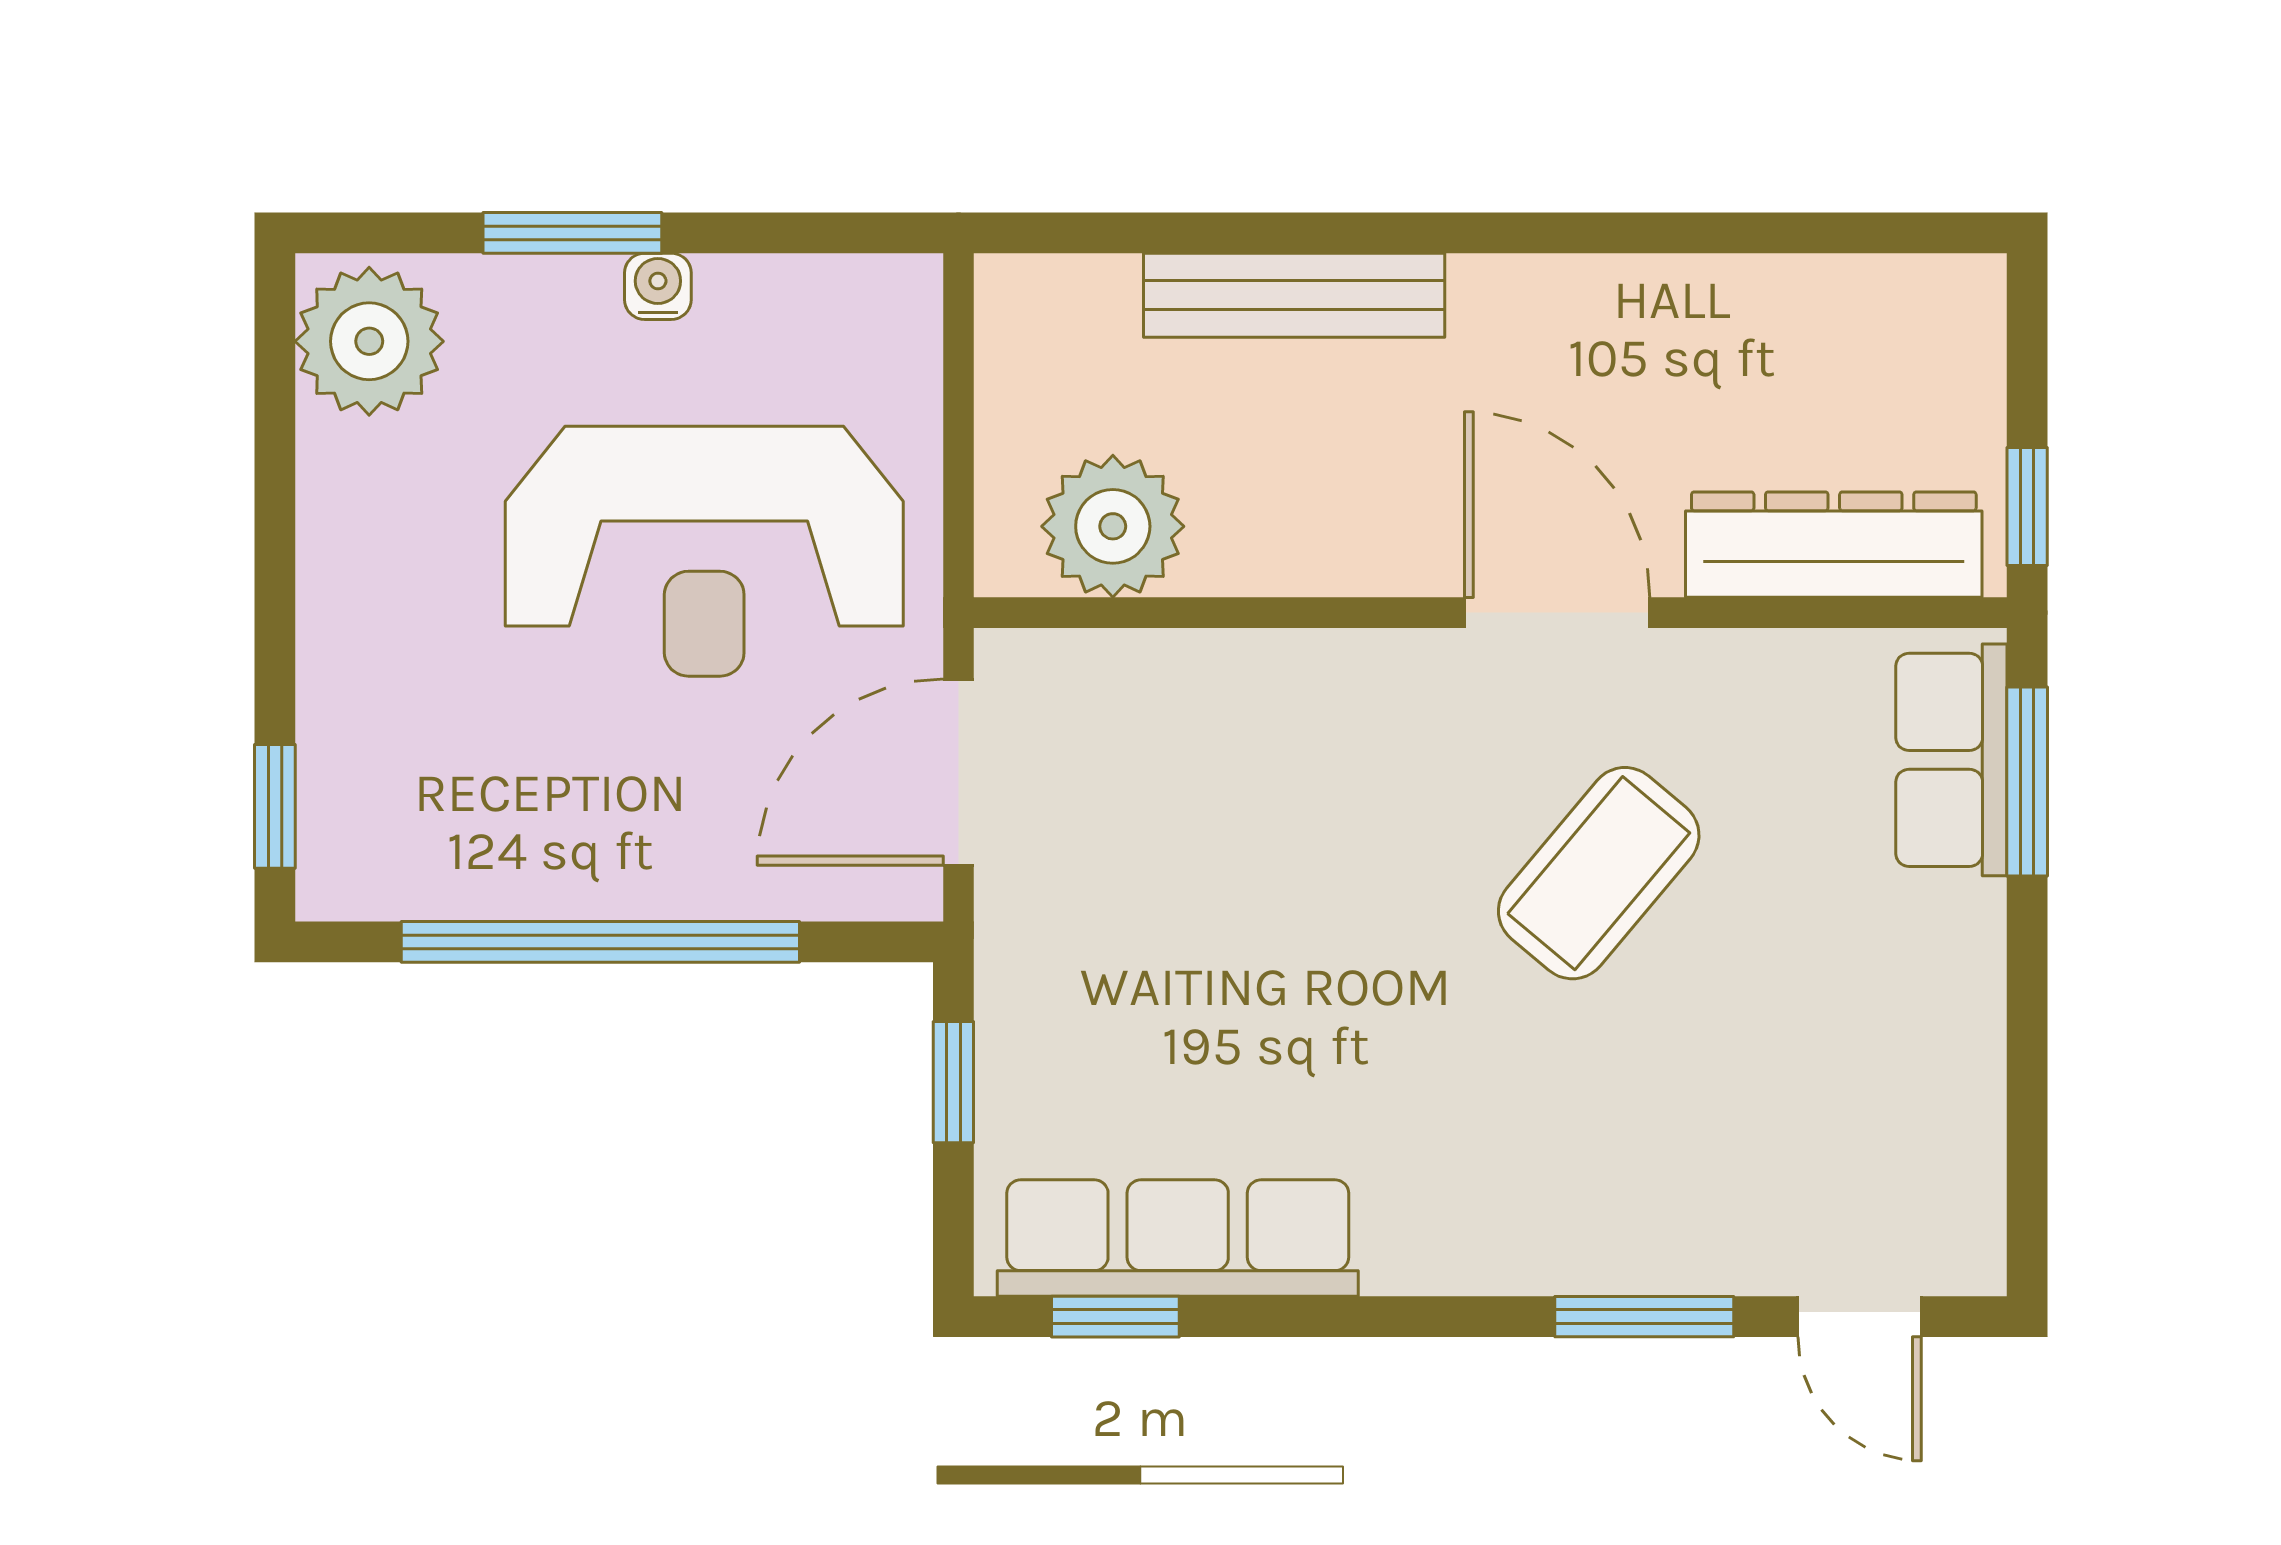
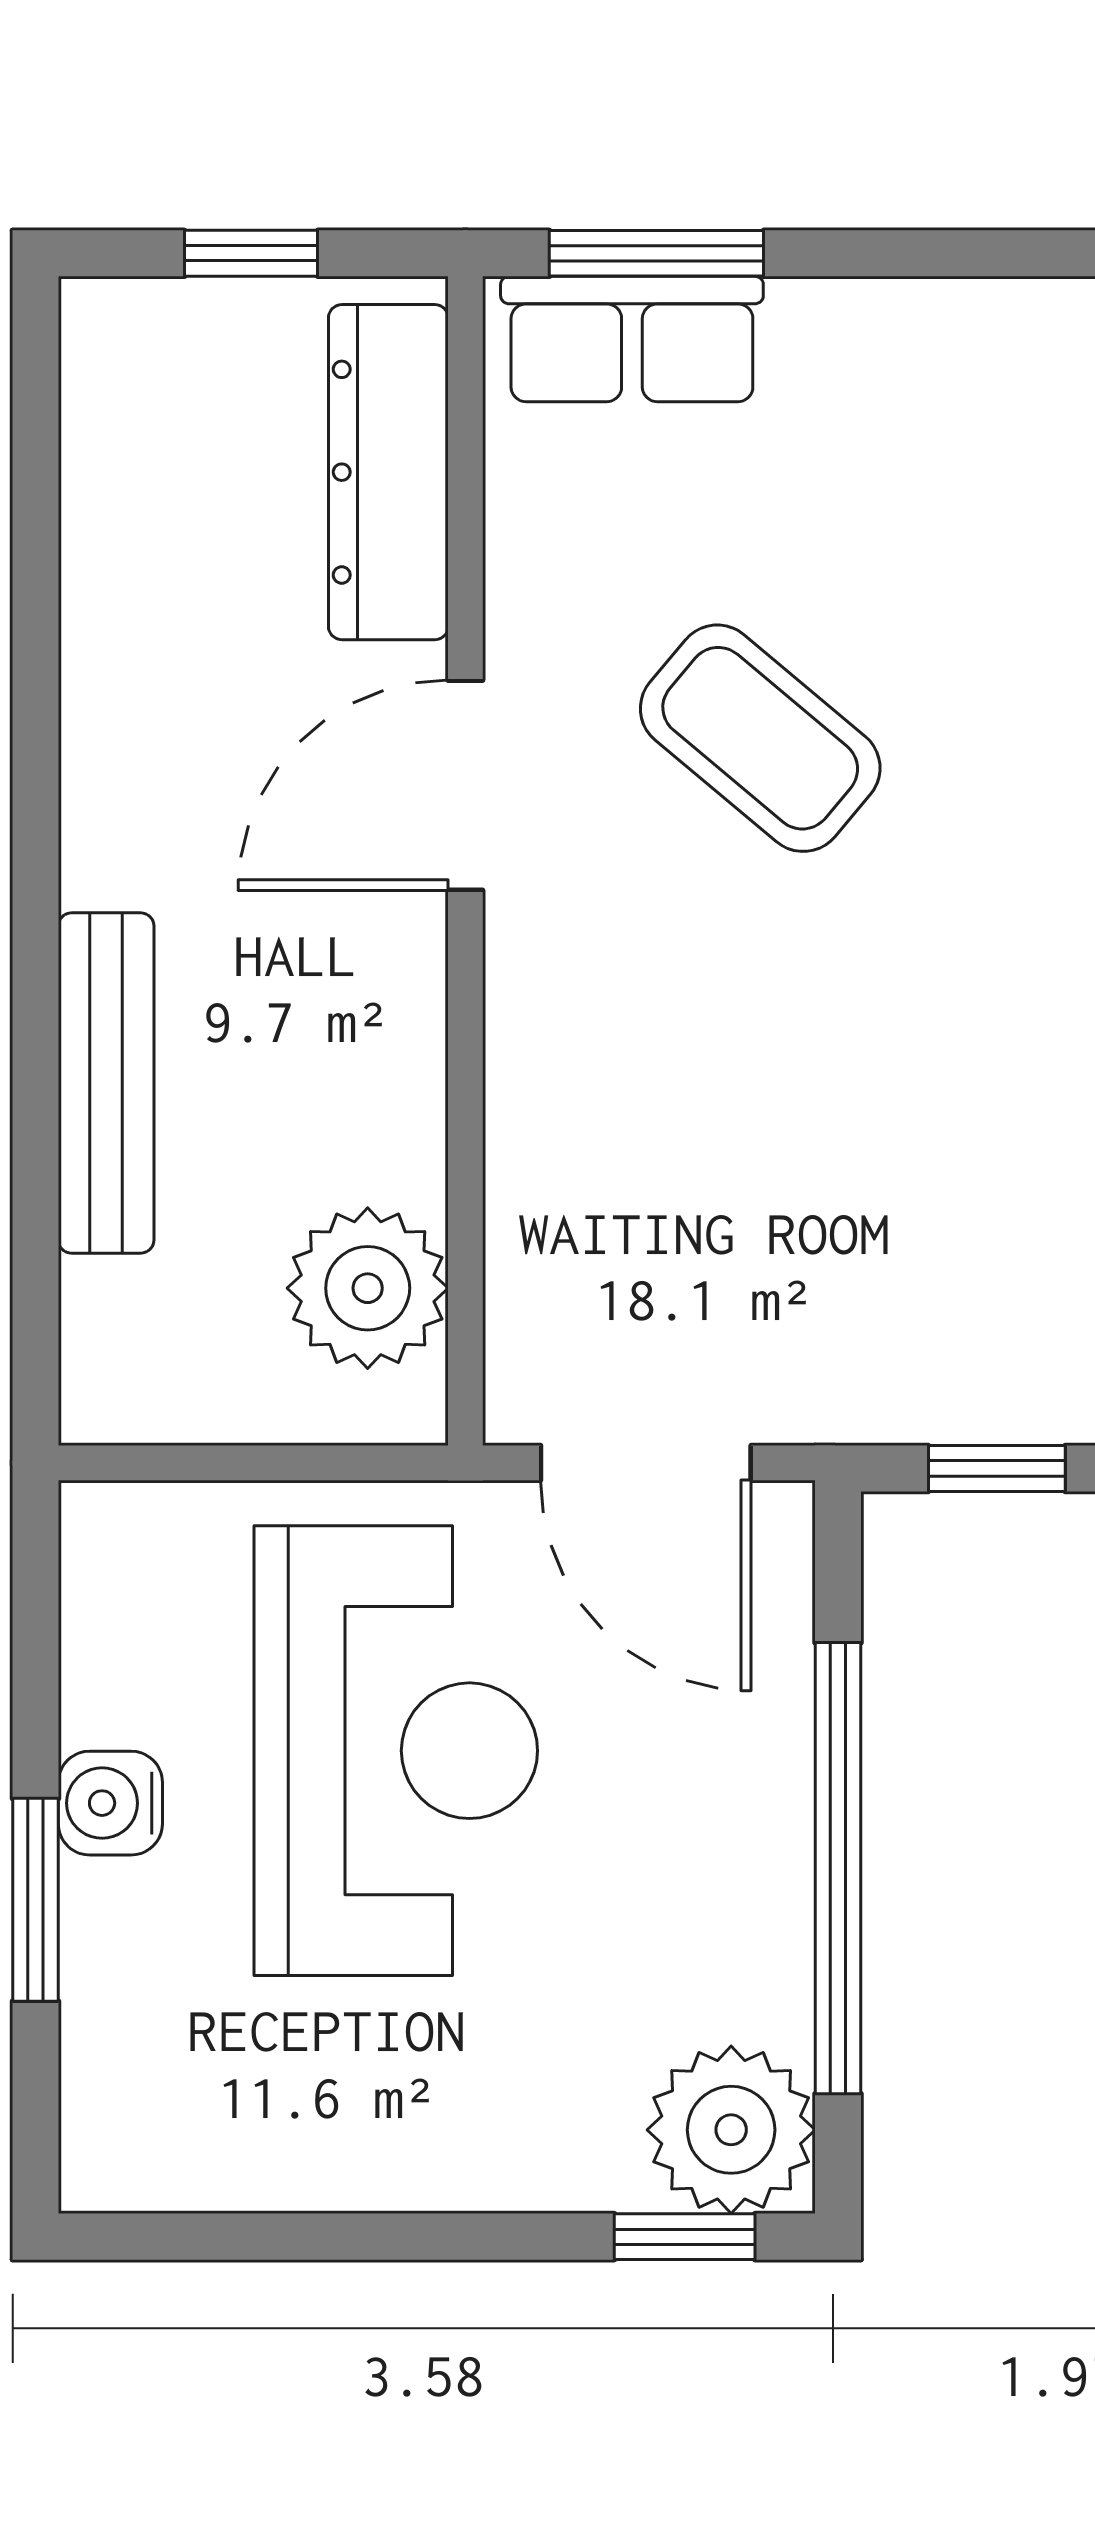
water cooler: (658, 286) -> (110, 1803), width x1.38, depth x1.38
plant: (369, 341) -> (731, 2130), moved
window: (2027, 506) -> (251, 253), moved

